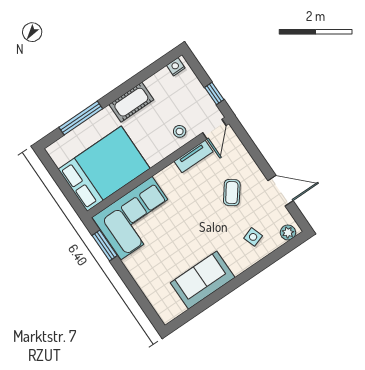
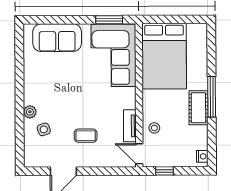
window: (81, 118) -> (212, 97), moved
coffee table: (232, 193) -> (86, 136), turned -37
plant: (288, 232) -> (30, 112), moved
sofa: (203, 280) -> (57, 38), moved, turned 90

